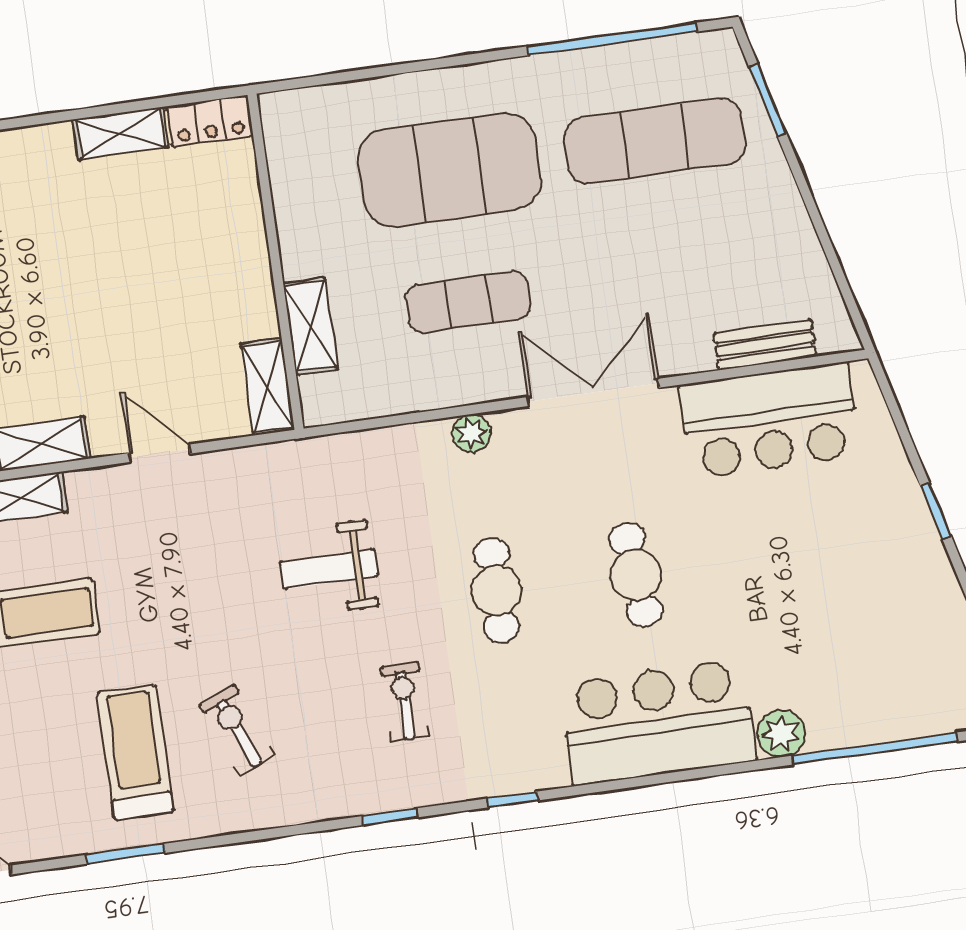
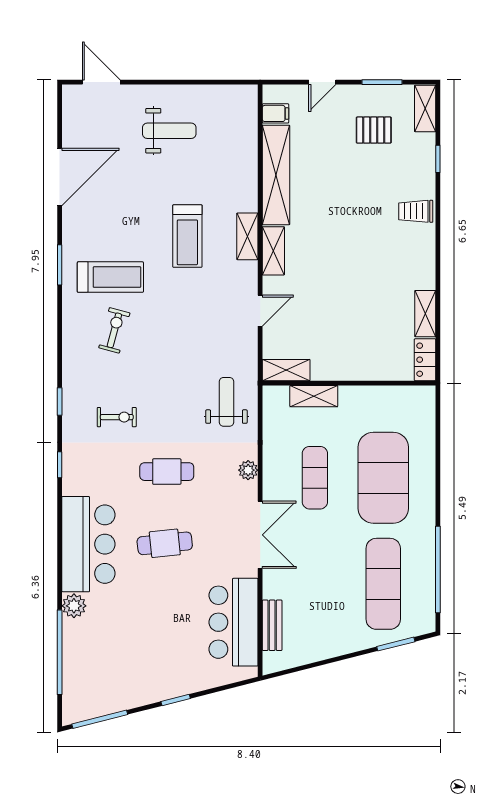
weight bench: (329, 569) -> (226, 402), moved
exercise bike: (237, 730) -> (114, 330), turned -53

